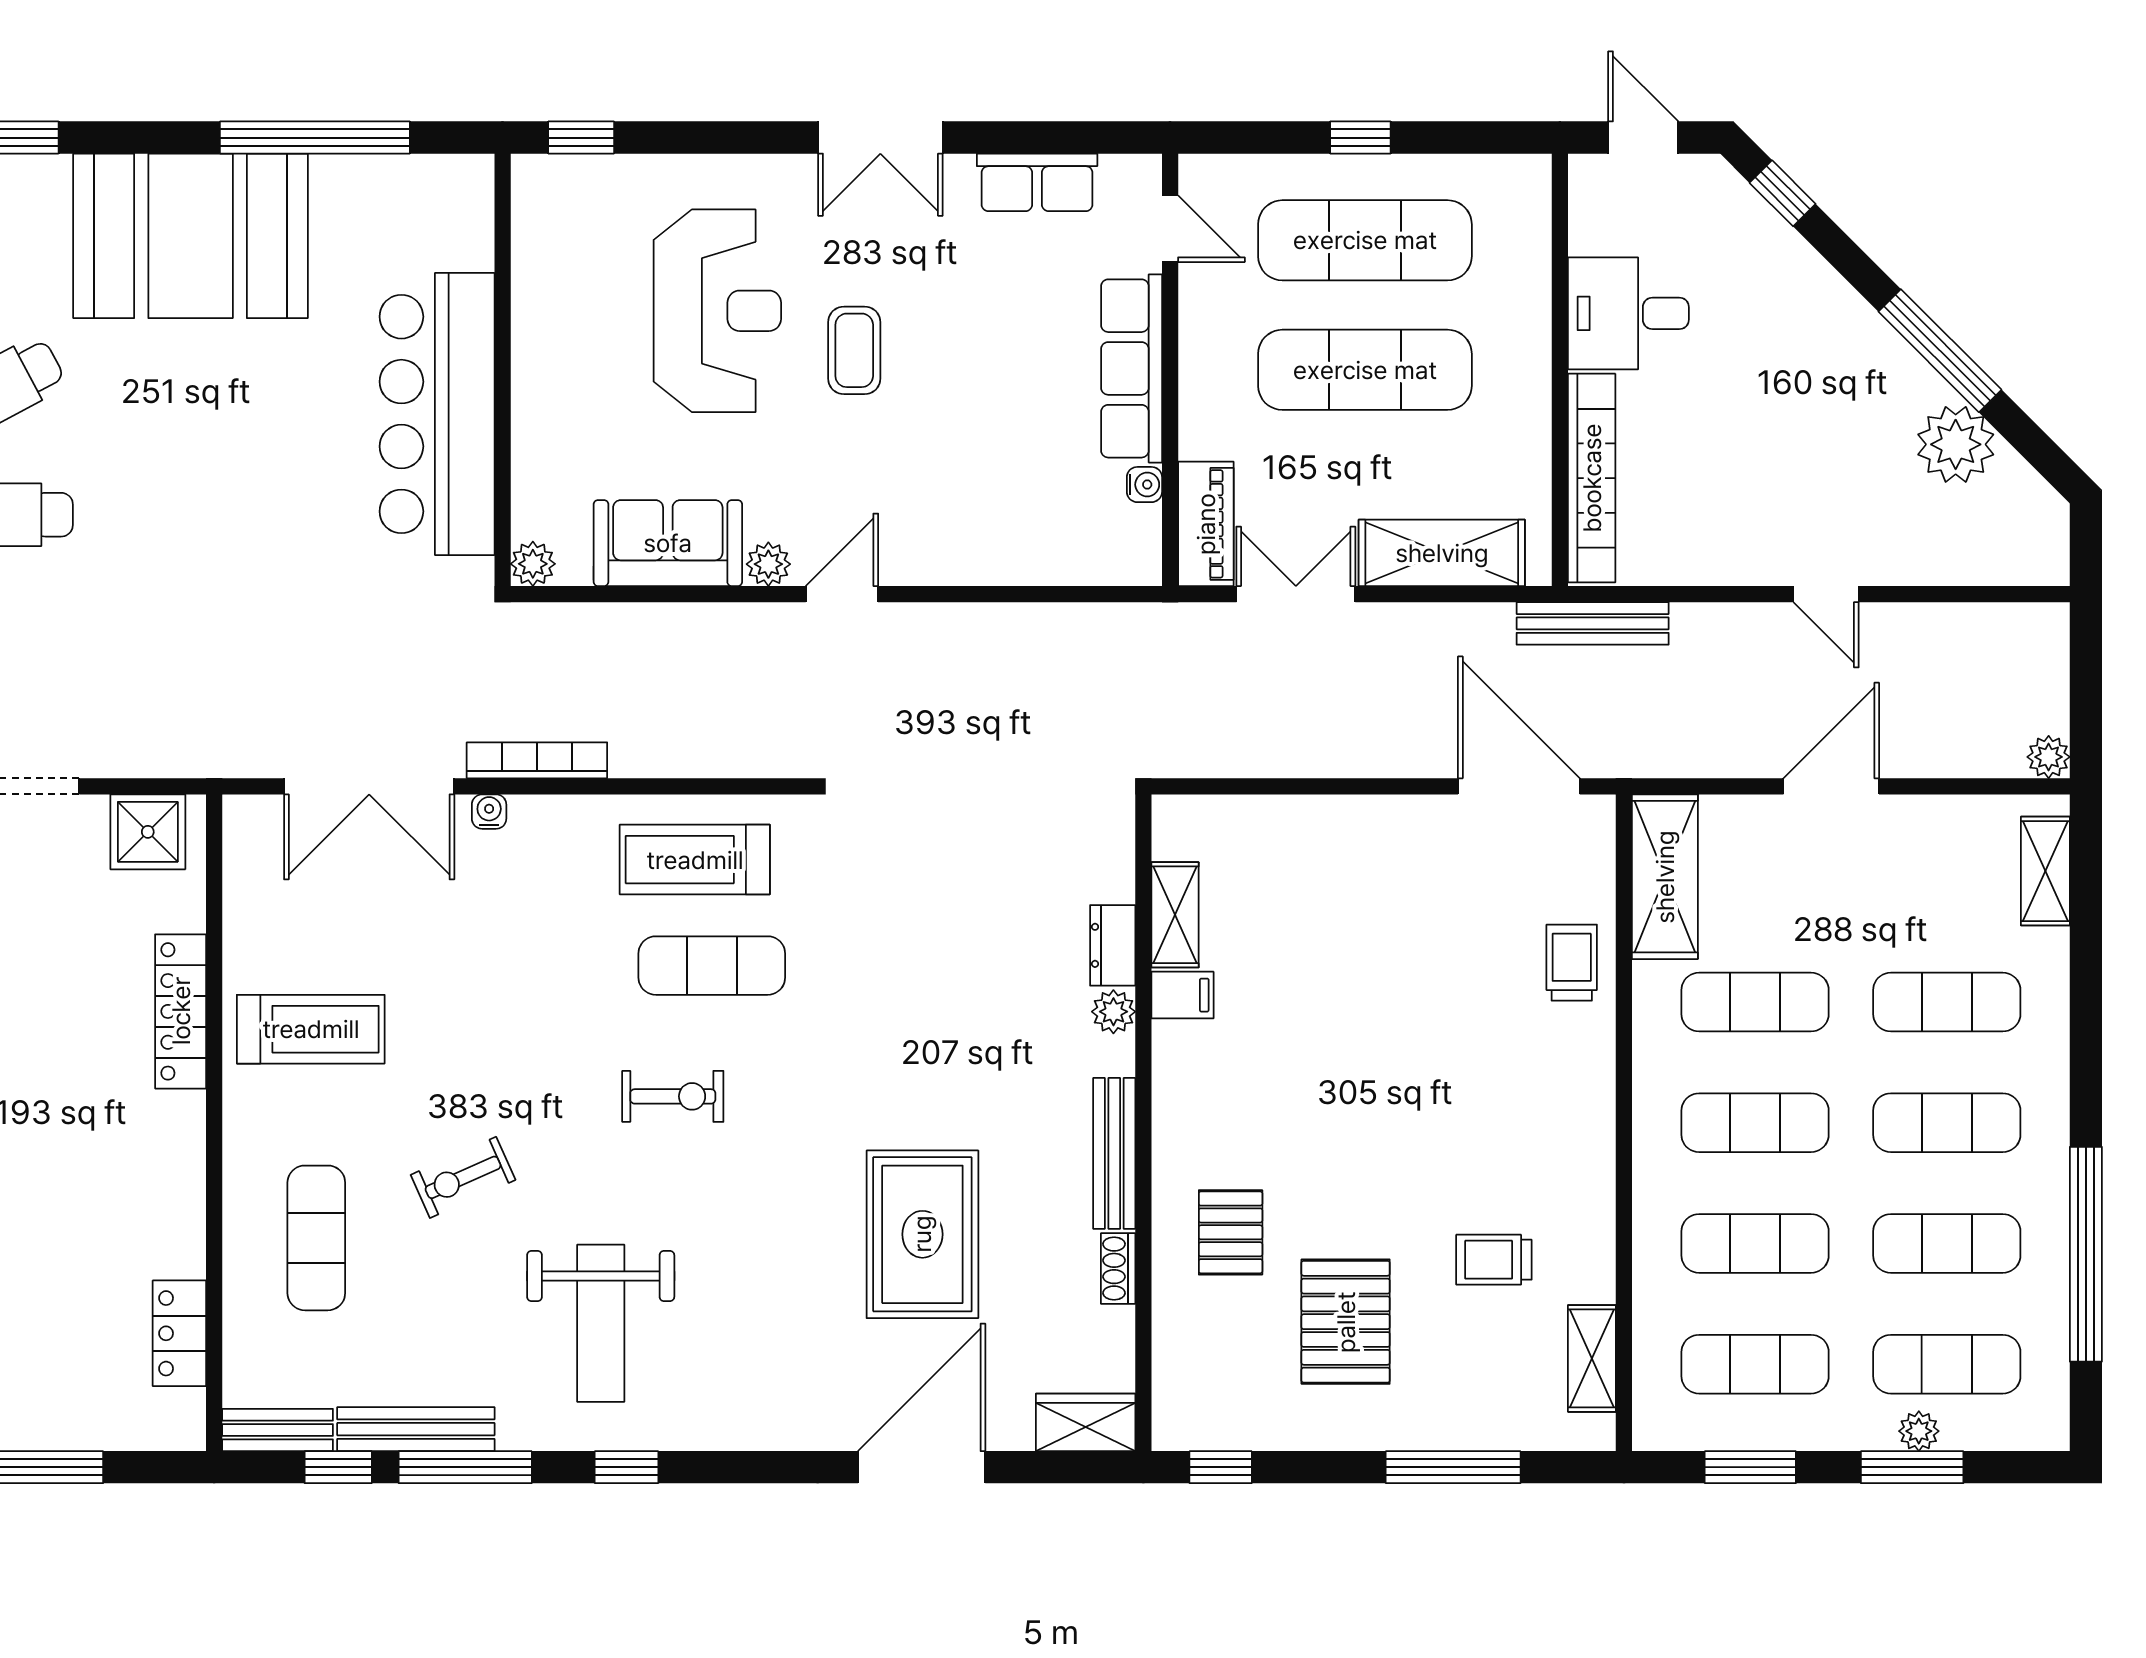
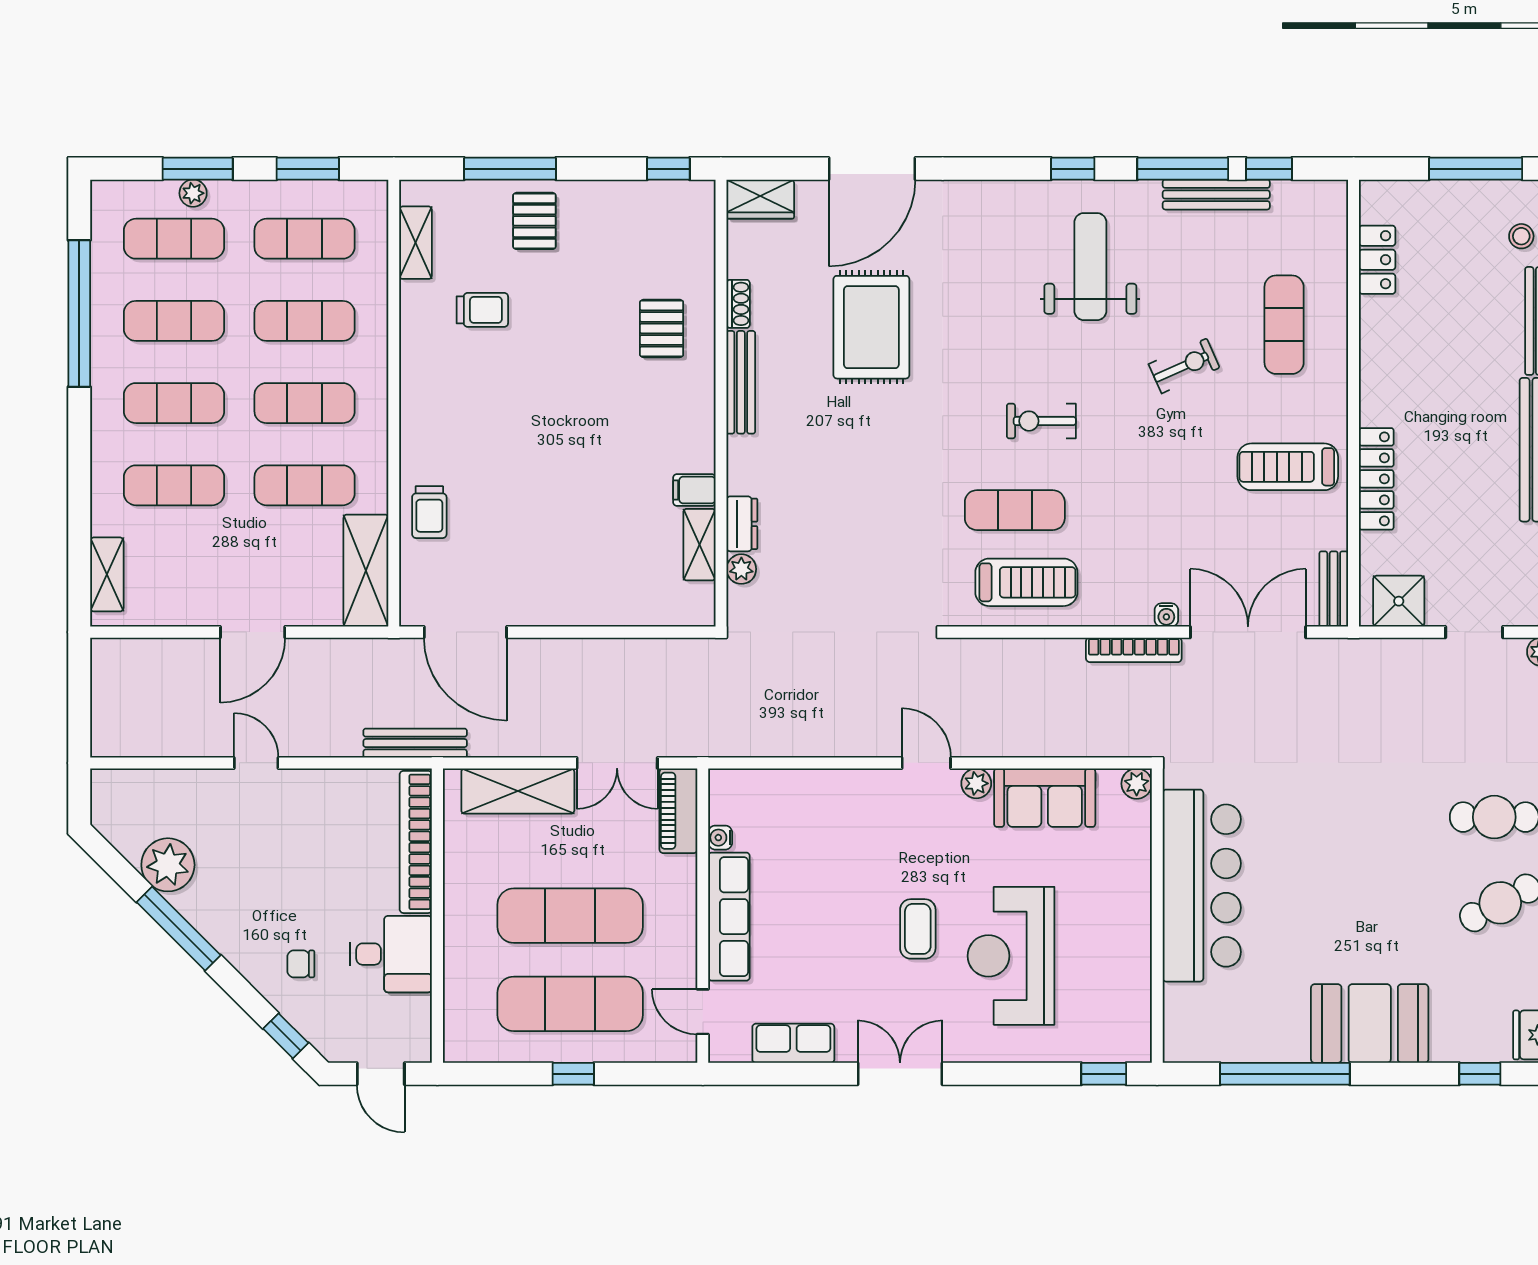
booth: (191, 236) -> (1370, 1024), width x0.73, depth x0.70
chair: (1760, 299) -> (301, 964), added
door: (842, 594) -> (926, 763), swing flipped
plant: (2049, 757) -> (105, 652), removed
plant: (1113, 1012) -> (741, 569), moved
pallet: (1346, 1322) -> (534, 221), moved, width x0.67, depth x0.71
bench: (278, 1430) -> (1334, 589), moved, turned 90

